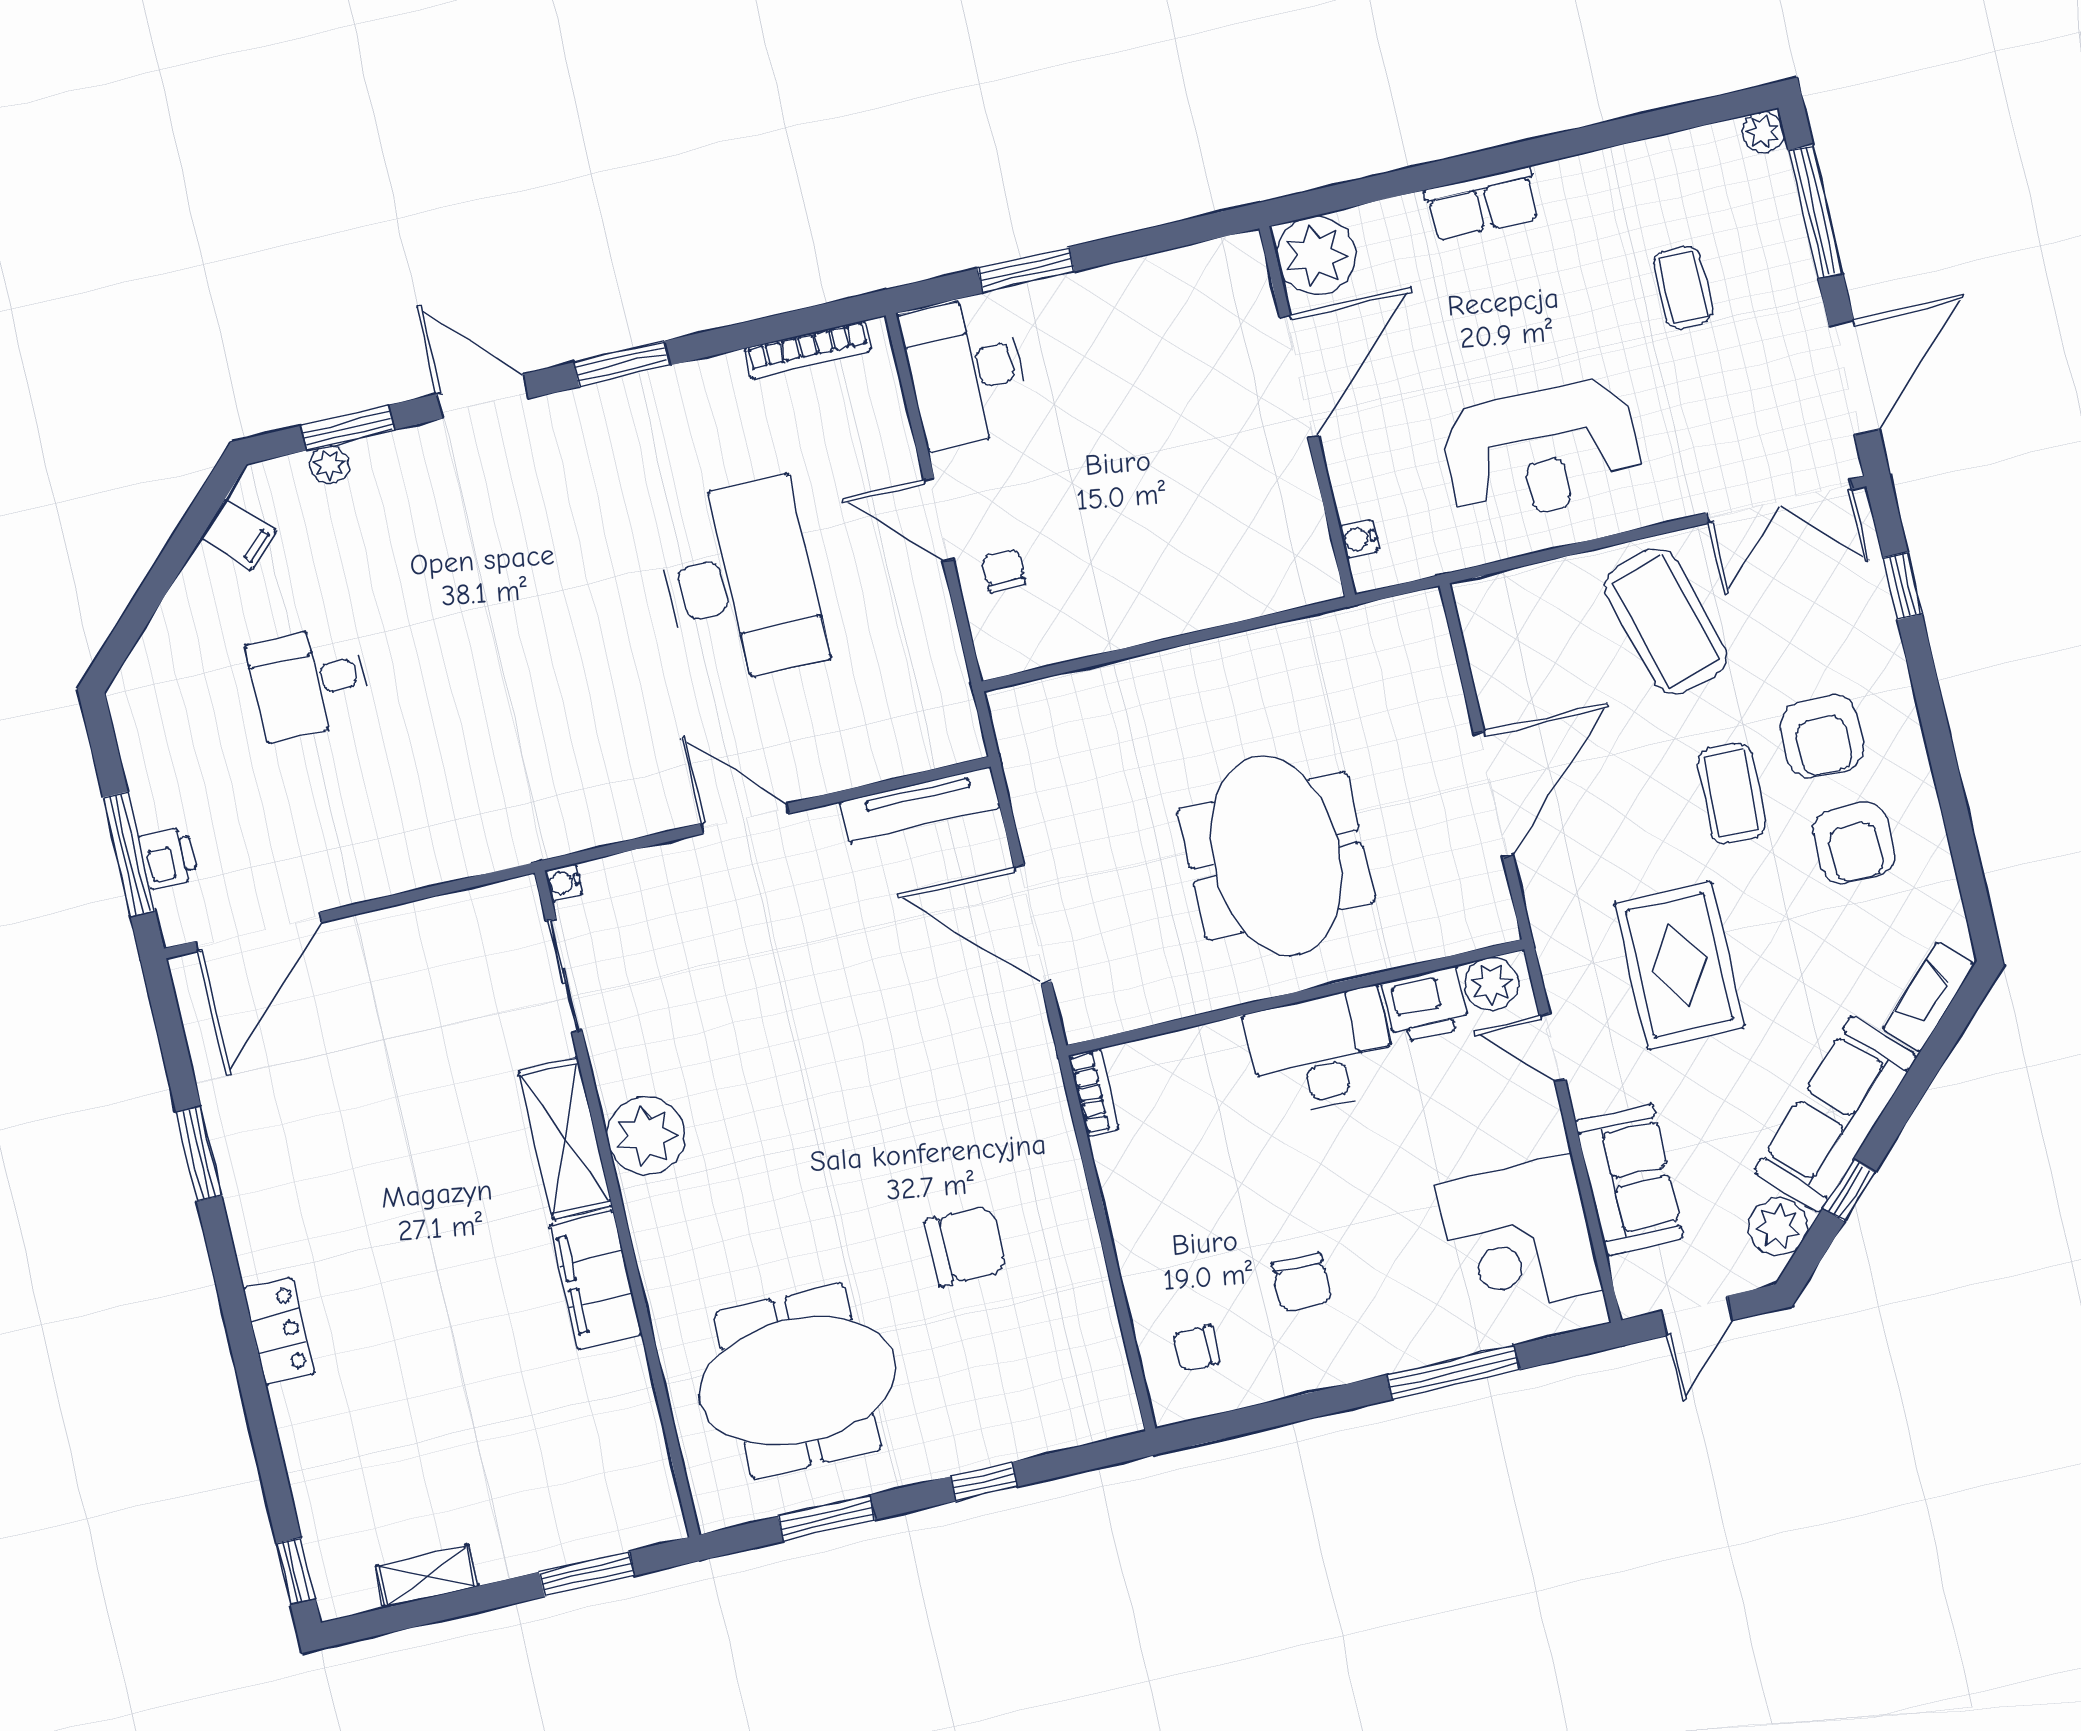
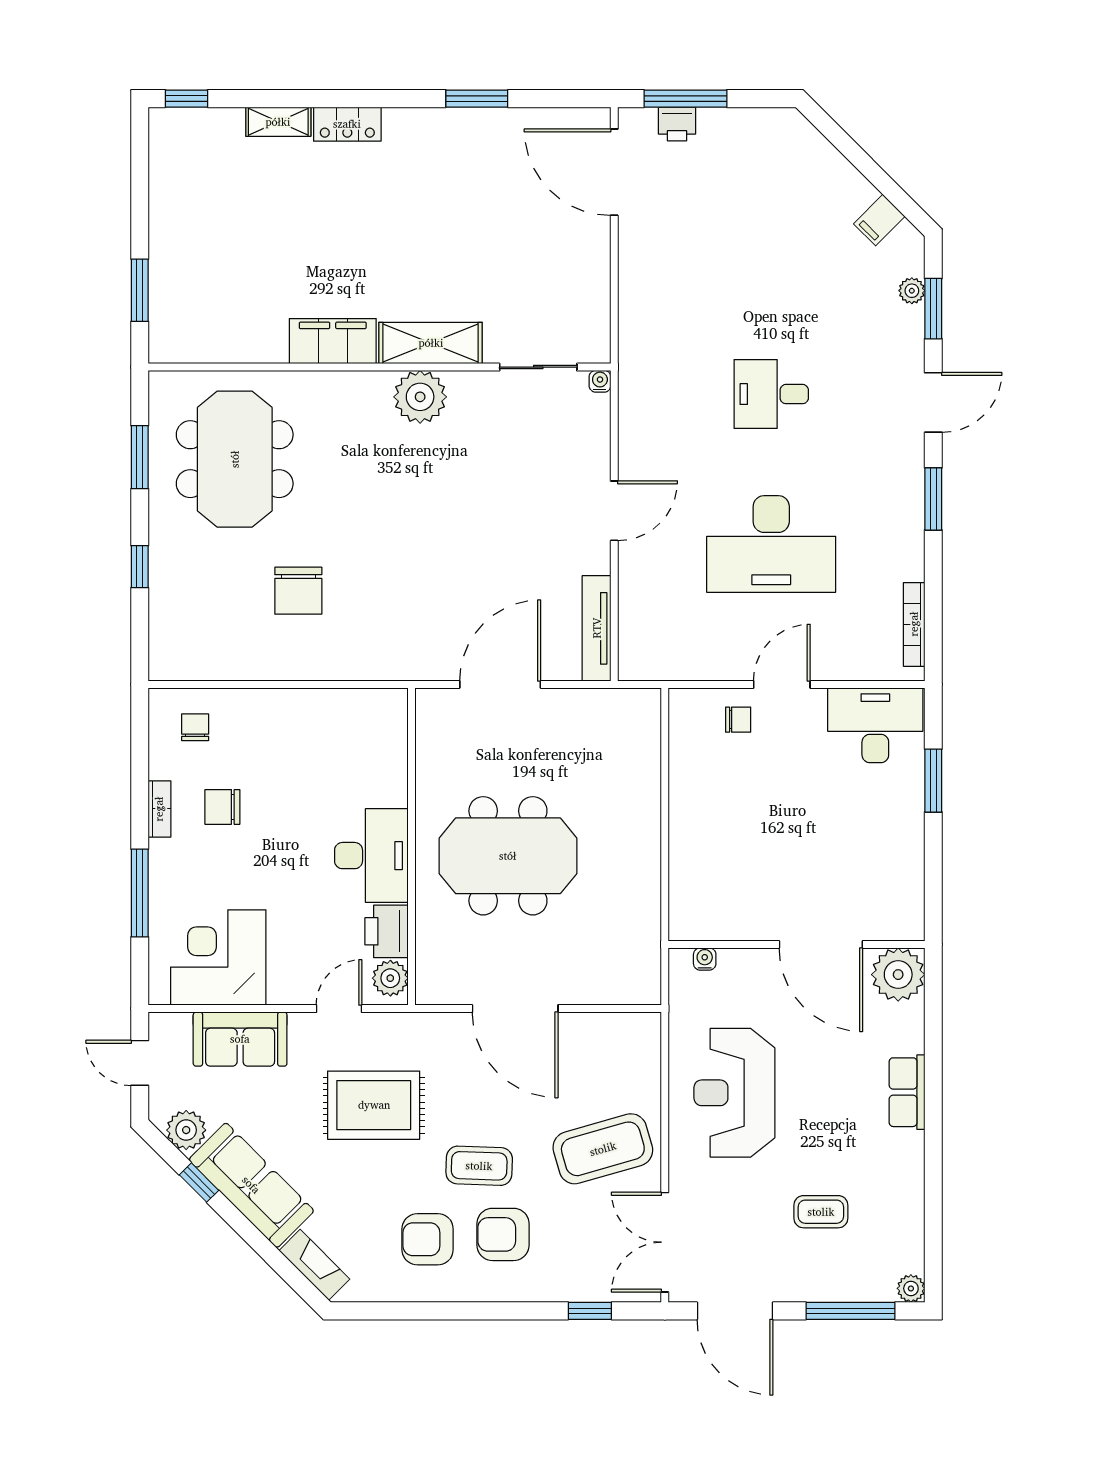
desk: (309, 682) -> (771, 394), moved, turned -90
bookcase: (1094, 1092) -> (159, 809), moved, turned -90
shelving: (427, 1576) -> (278, 122), moved, turned 90

